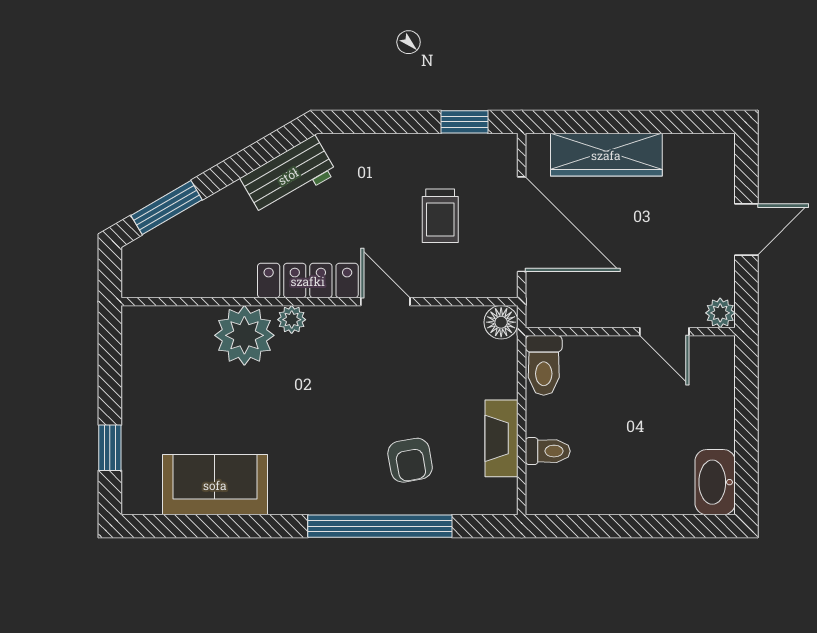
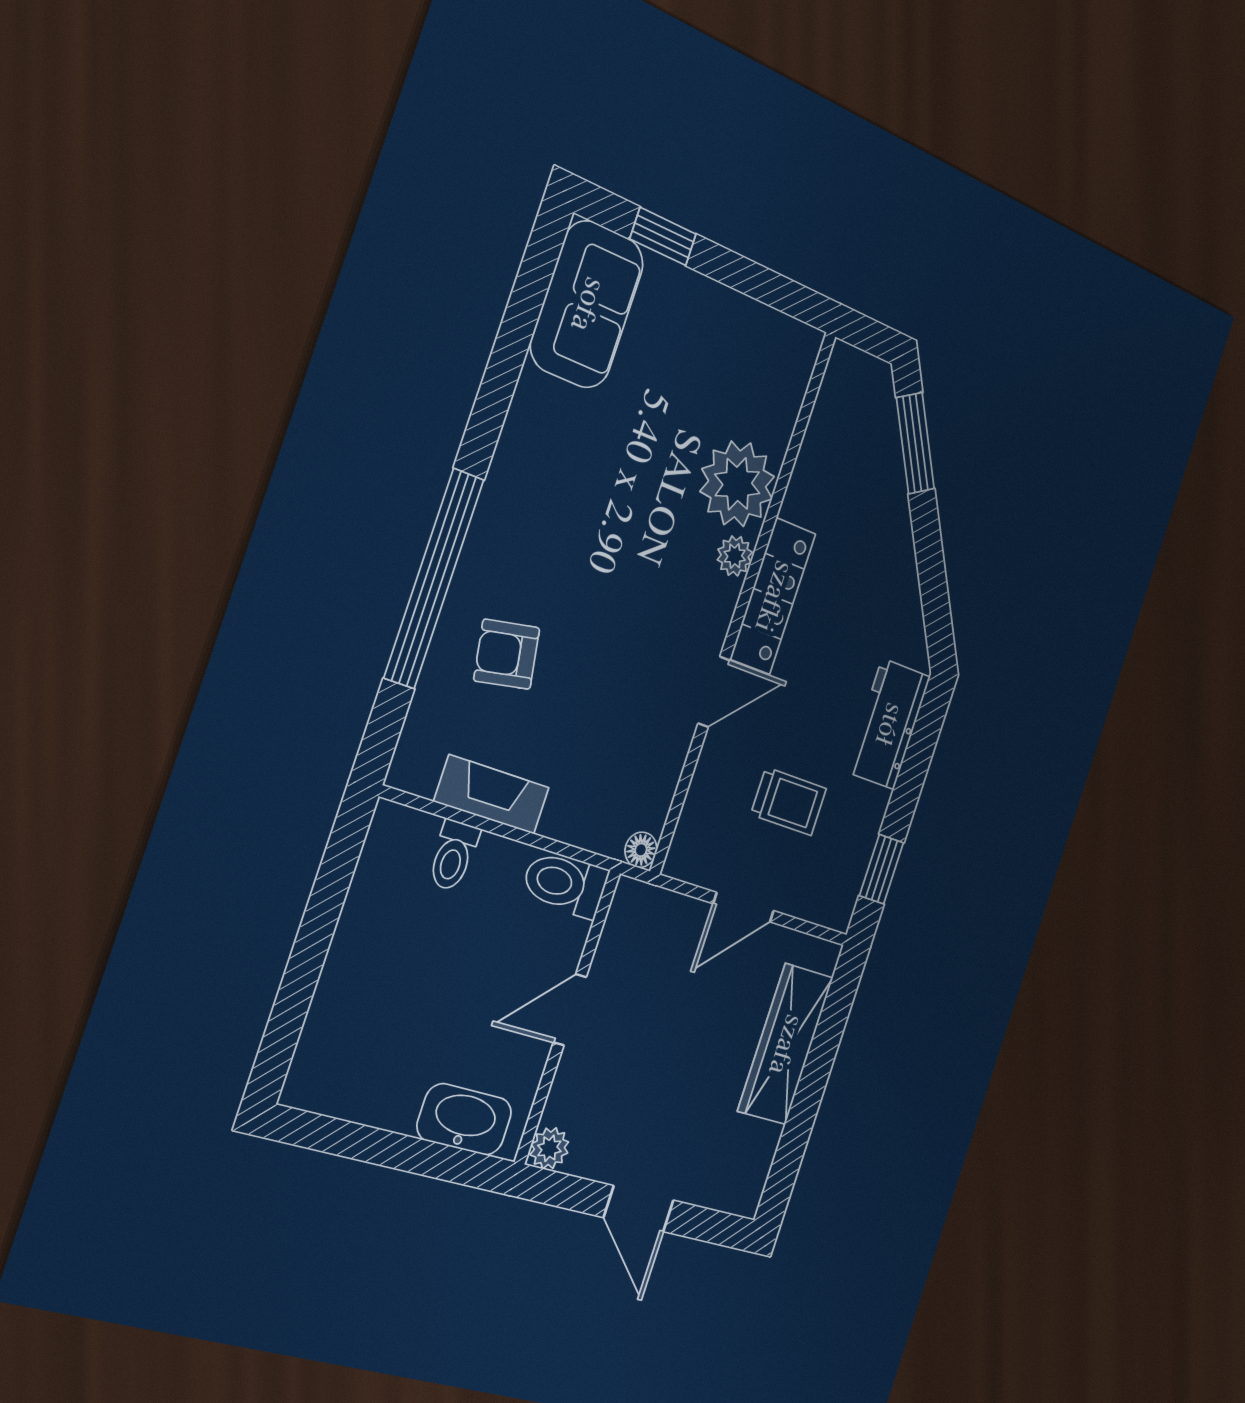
workbench: (288, 176) -> (888, 724), moved, turned 30
trolley: (440, 216) -> (789, 802), turned 180
door: (522, 224) -> (744, 907), width x0.53
floor lamp: (501, 322) -> (641, 850), width x0.73, depth x0.73
door: (664, 332) -> (570, 1010), moved
washbasin: (715, 482) -> (464, 1119), moved
sofa: (215, 485) -> (587, 304), moved

